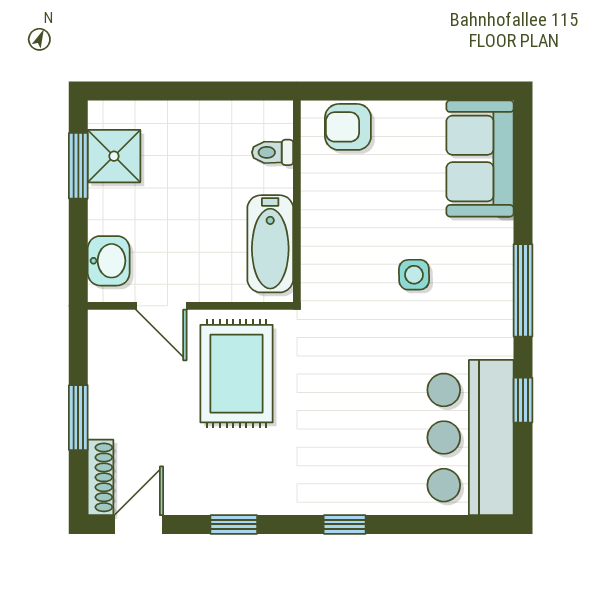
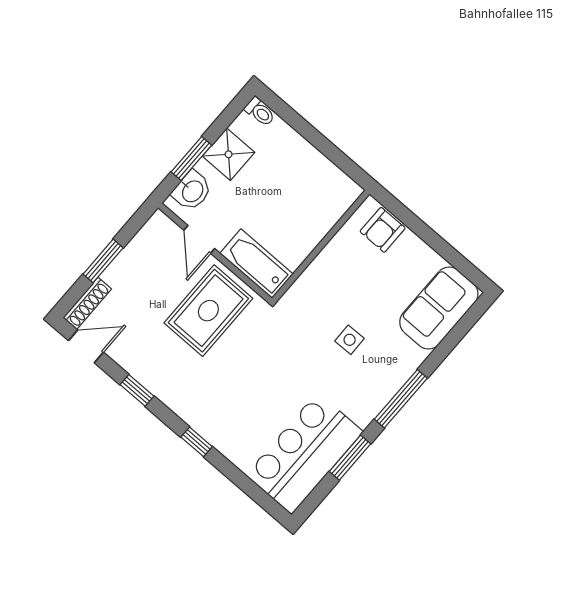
armchair: (348, 127) -> (383, 230), turned -90
toilet: (273, 152) -> (260, 112), moved, turned 180
shower: (114, 156) -> (229, 154), moved
window: (78, 166) -> (191, 159), moved
bathtub: (270, 244) -> (256, 264), moved, turned 90
window: (523, 400) -> (350, 458), width x1.50

